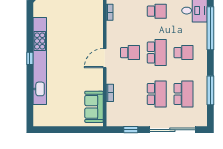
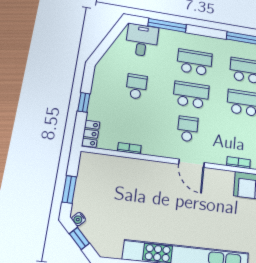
window: (210, 28) -> (167, 25), width x0.68
school desk: (183, 53) -> (195, 62), width x1.85

